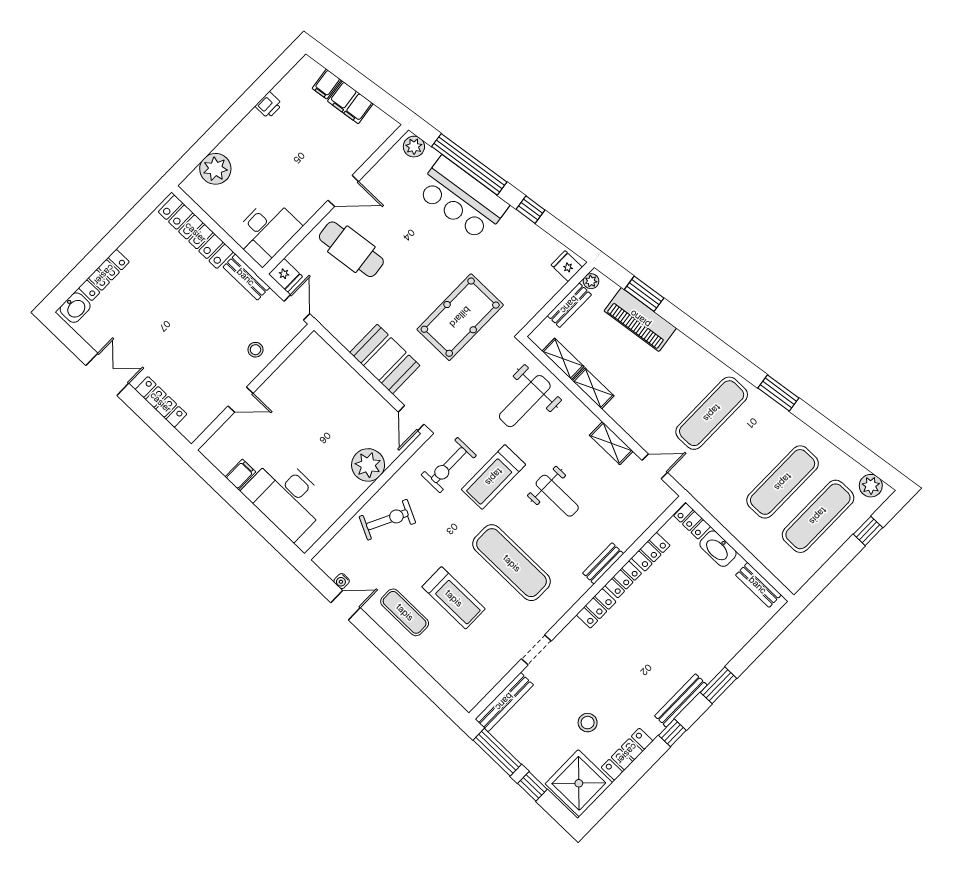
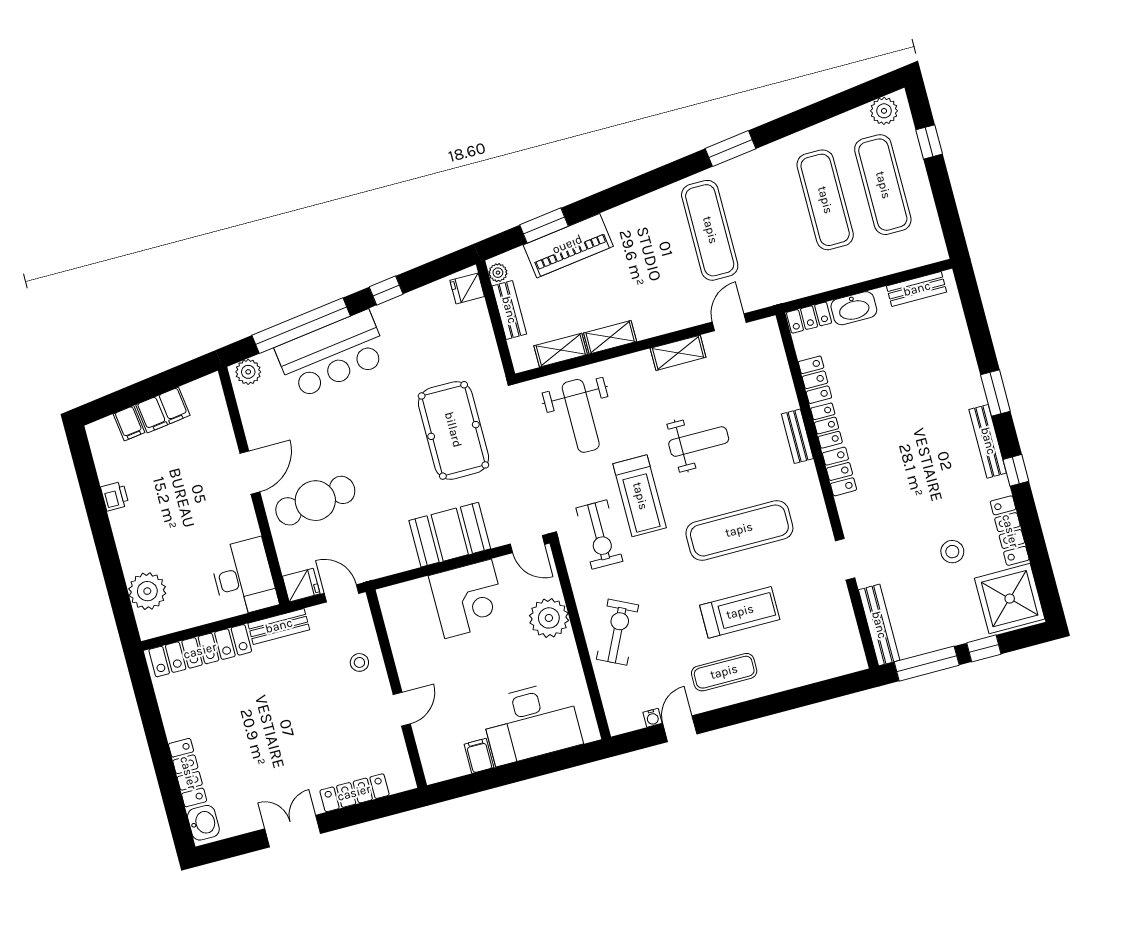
corner desk: (347, 400) -> (468, 599), added

